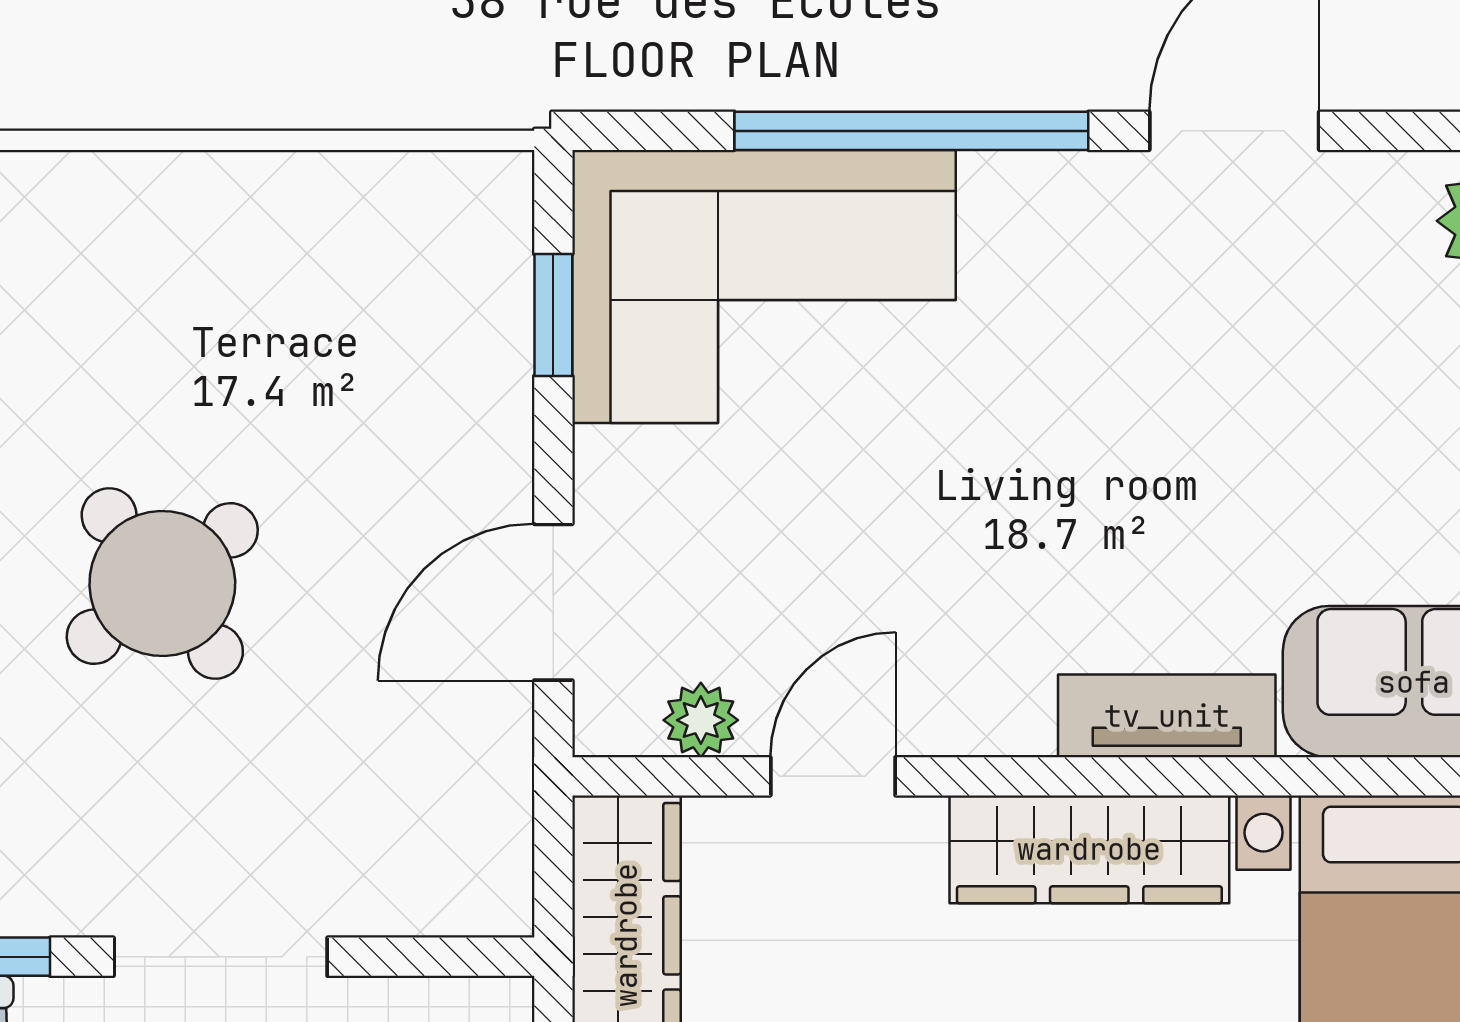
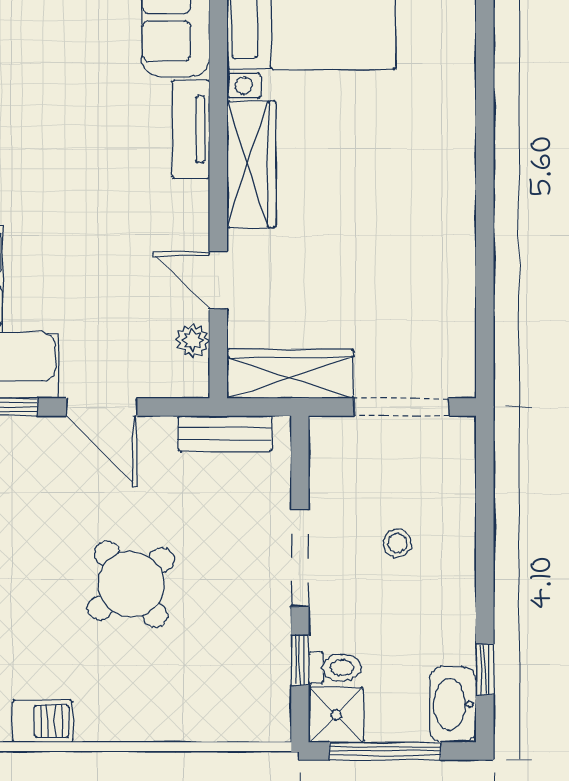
door: (553, 602) -> (102, 407), moved
bench: (495, 791) -> (225, 434), added

